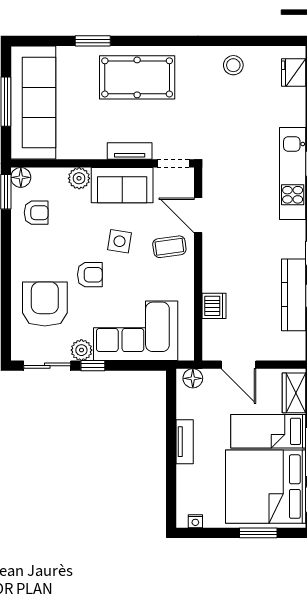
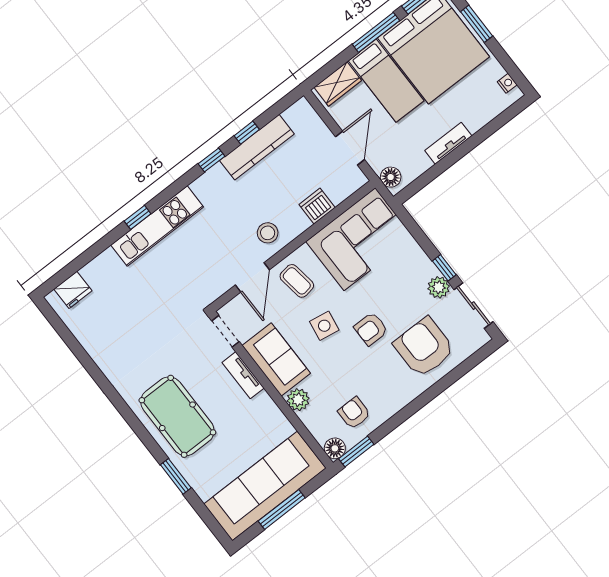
stool: (233, 65) -> (268, 233), moved
armchair: (90, 275) -> (371, 329), turned -90
armchair: (45, 304) -> (424, 347), turned 90
corner sofa: (136, 331) -> (360, 239), moved, turned -90

